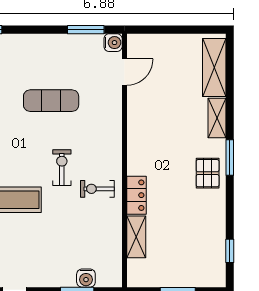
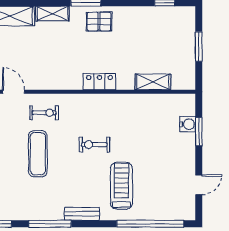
exercise bike: (97, 189) -> (44, 113), moved, turned -90
locker: (136, 195) -> (99, 82), moved

